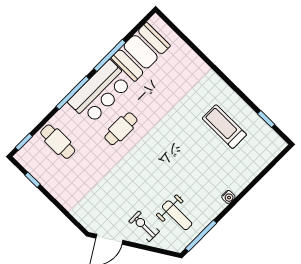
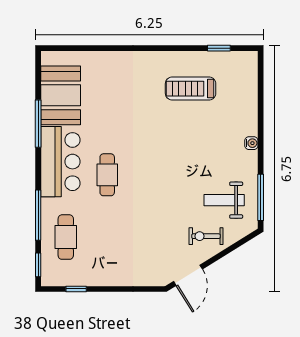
window: (73, 93) -> (38, 215), moved
cafe table: (58, 142) -> (66, 237), turned 90
weight bench: (177, 215) -> (224, 200), turned 180

